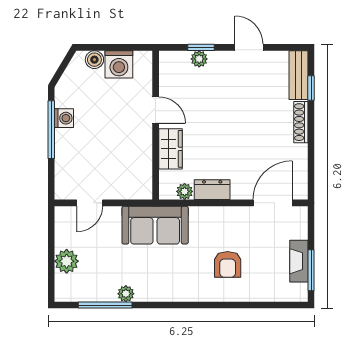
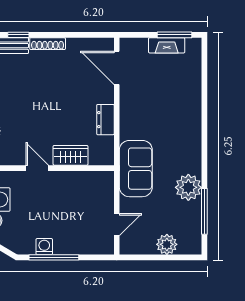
door: (156, 110) -> (37, 168), hinge flipped
plant: (185, 191) -> (107, 143), removed
door: (90, 203) -> (117, 225), hinge flipped
armchair: (228, 264) -> (170, 106), removed
plant: (126, 294) -> (188, 187), width x1.87, depth x1.87

